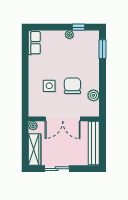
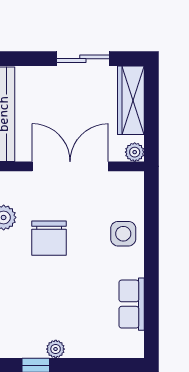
row of seats: (34, 43) -> (132, 304), moved
side table: (49, 86) -> (123, 234), moved

